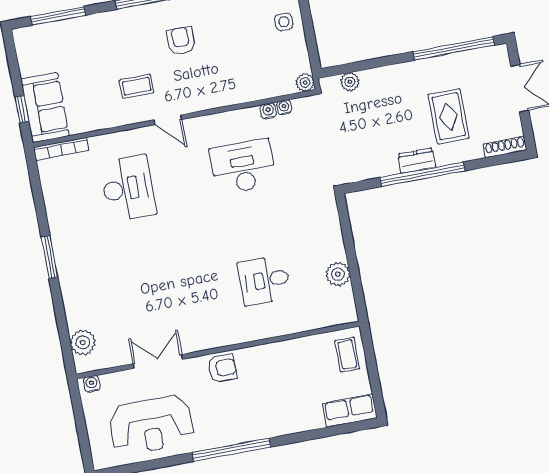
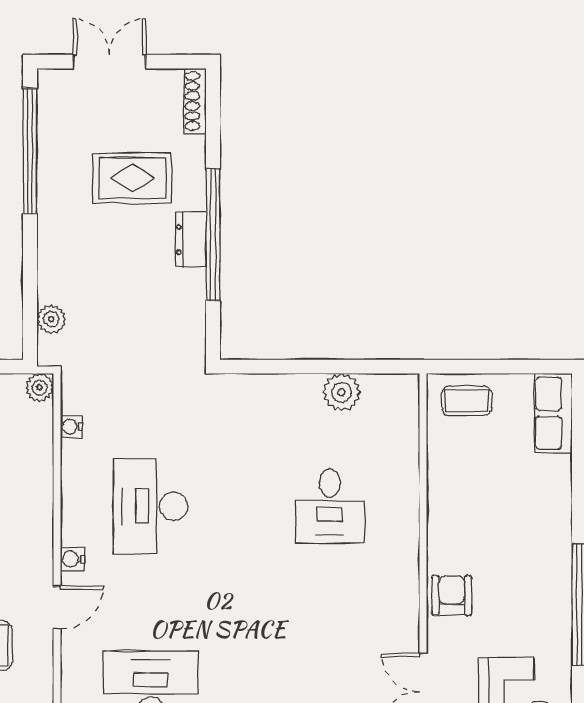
water cooler: (268, 111) -> (72, 559), moved

